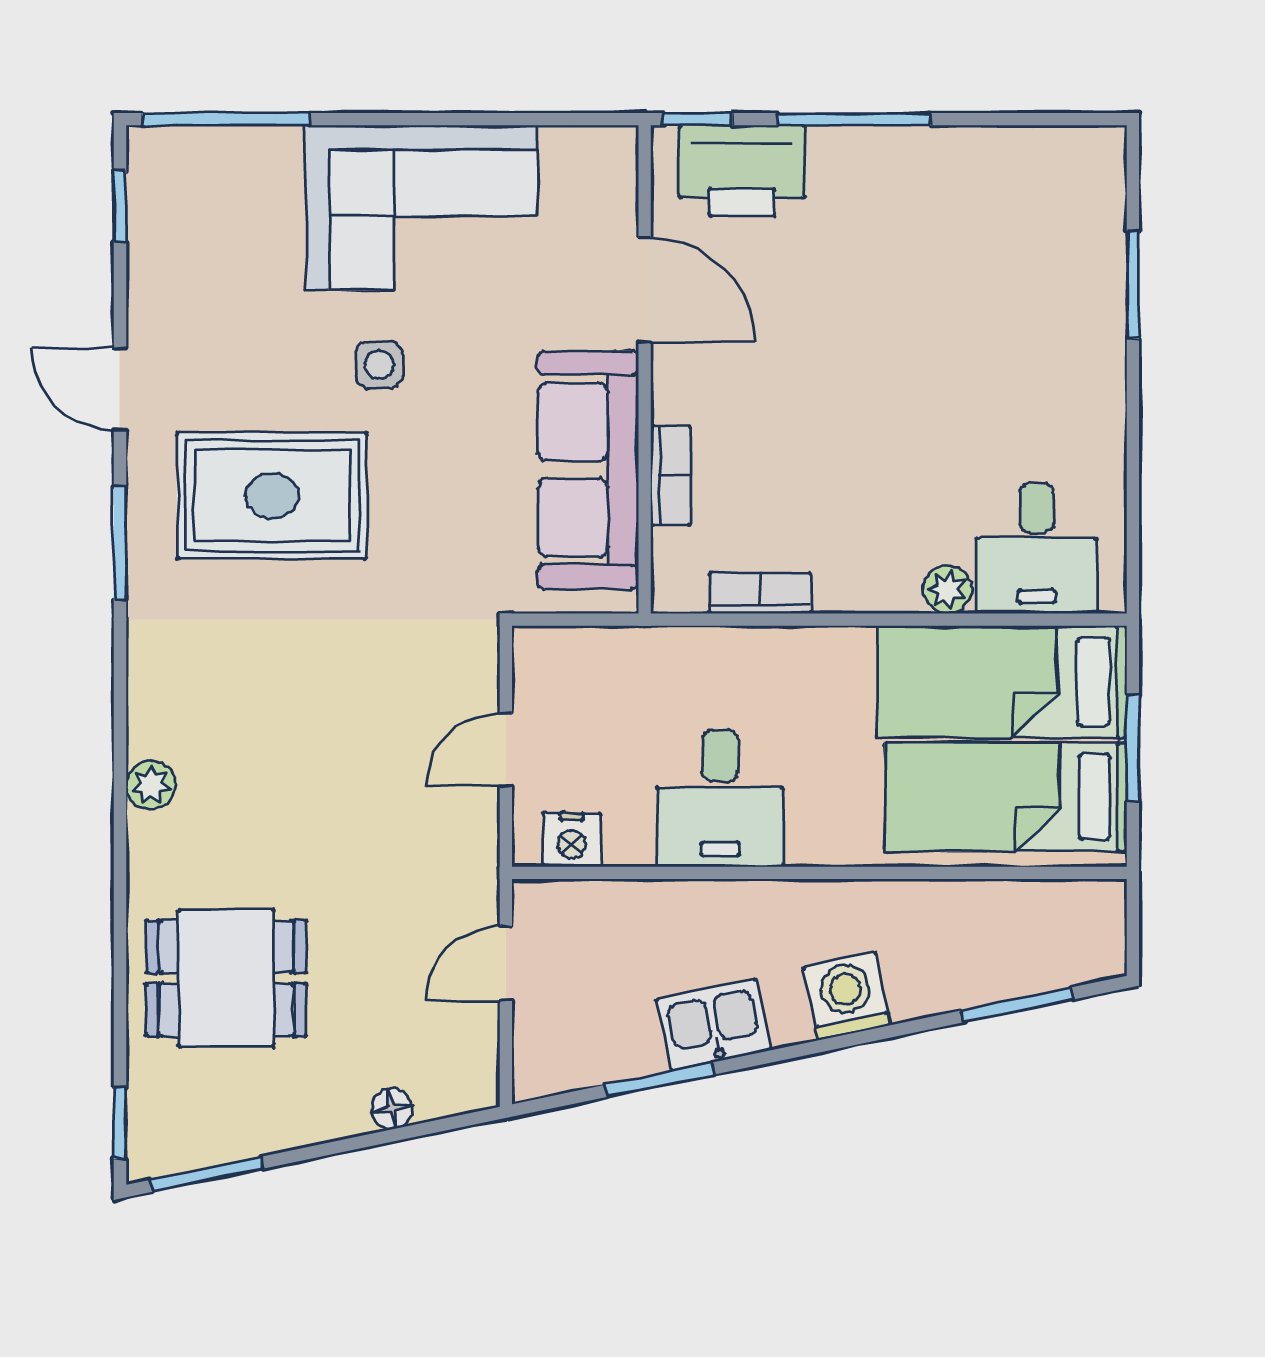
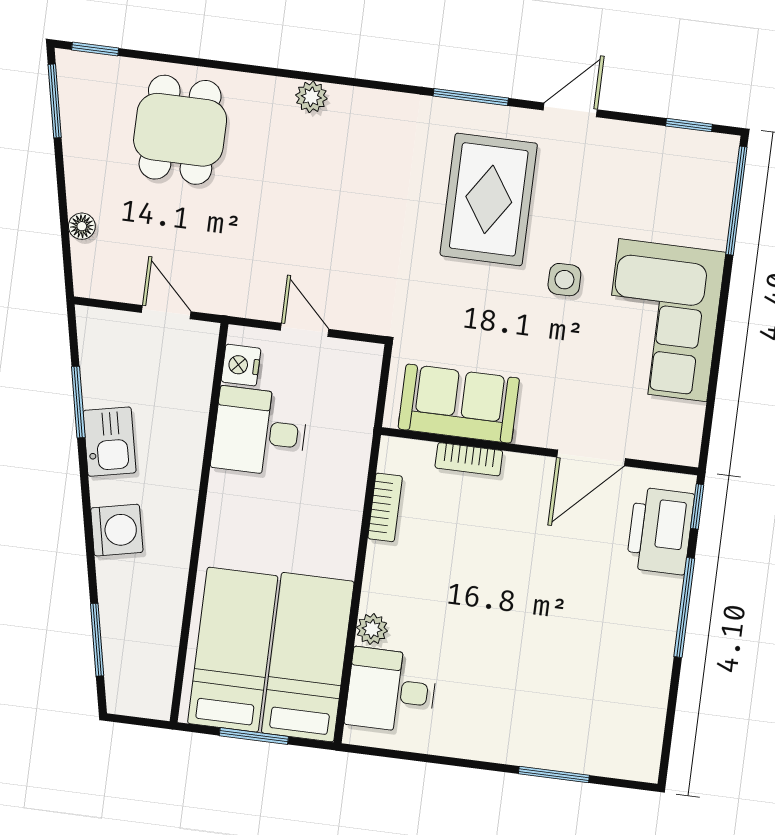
sofa: (588, 470) -> (459, 404), width x0.73
desk: (720, 798) -> (260, 432), moved

